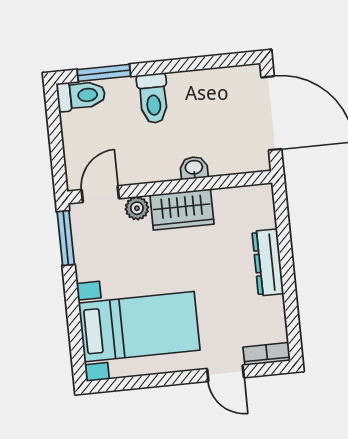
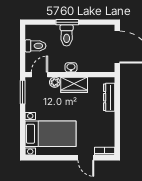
window: (104, 73) -> (67, 22), moved
toilet: (81, 96) -> (35, 46), moved
washbasin: (194, 168) -> (71, 67), moved
dresser: (268, 262) -> (109, 97), moved

